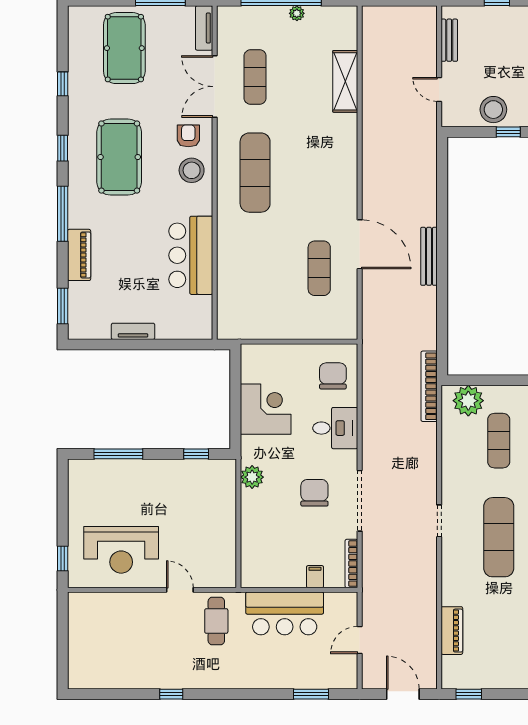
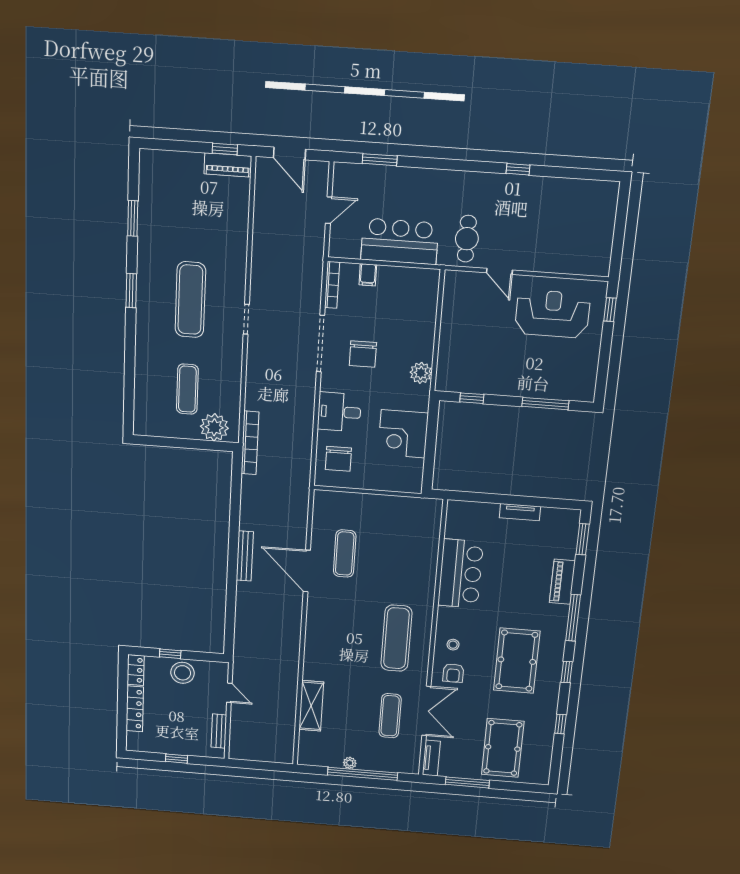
stool: (192, 170) -> (453, 645), width x0.53, depth x0.53
piano: (452, 631) -> (228, 165), moved, turned -90

